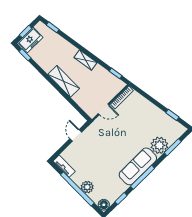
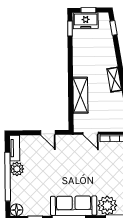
shelving: (64, 81) -> (80, 95), moved
door: (76, 135) -> (48, 133), swing flipped
plant: (87, 187) -> (17, 169), moved

